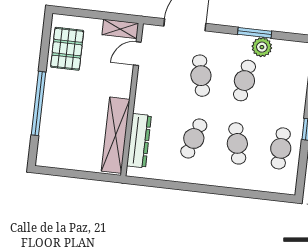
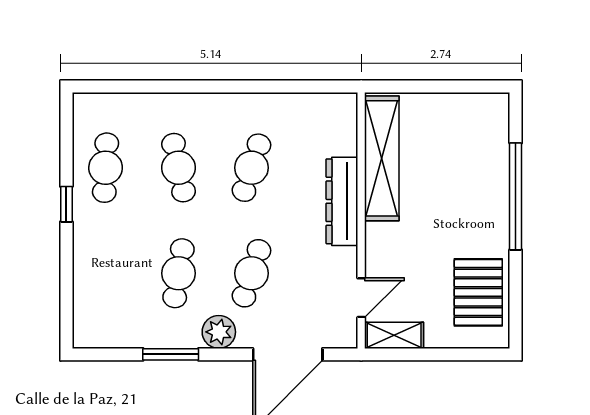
plant: (262, 47) -> (219, 332), moved
cafe table: (201, 76) -> (251, 273), turned 30
dresser: (139, 141) -> (342, 201), moved

